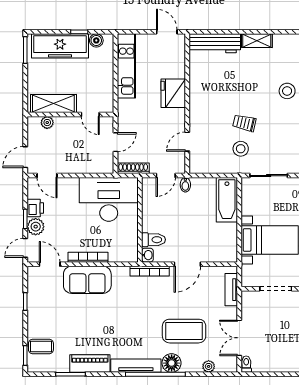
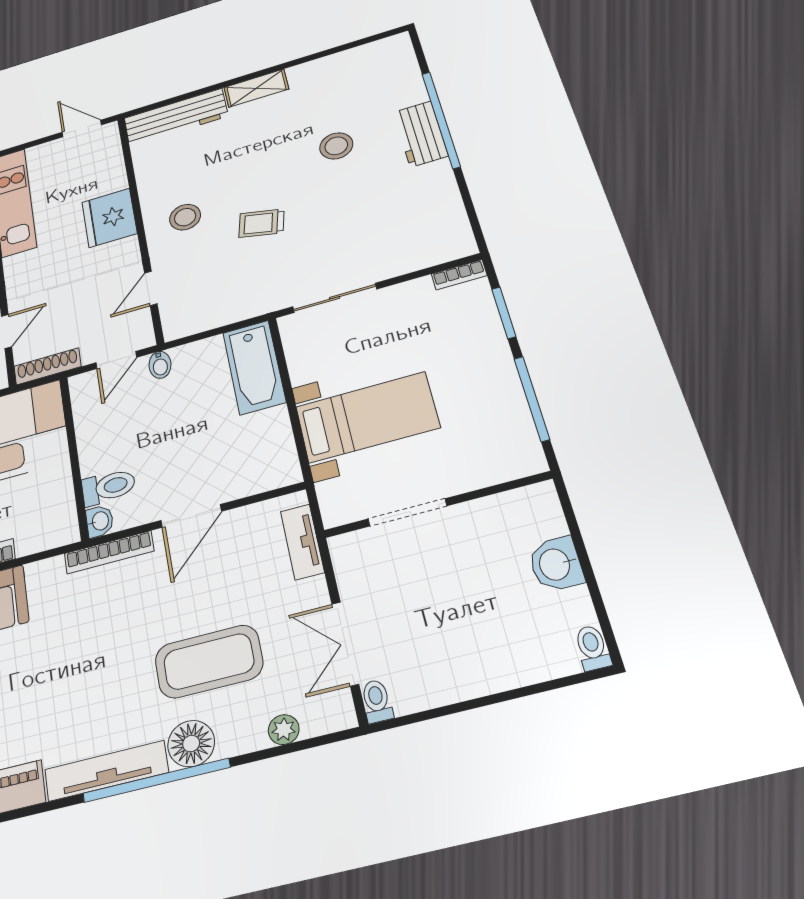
stool: (241, 149) -> (185, 217), moved

